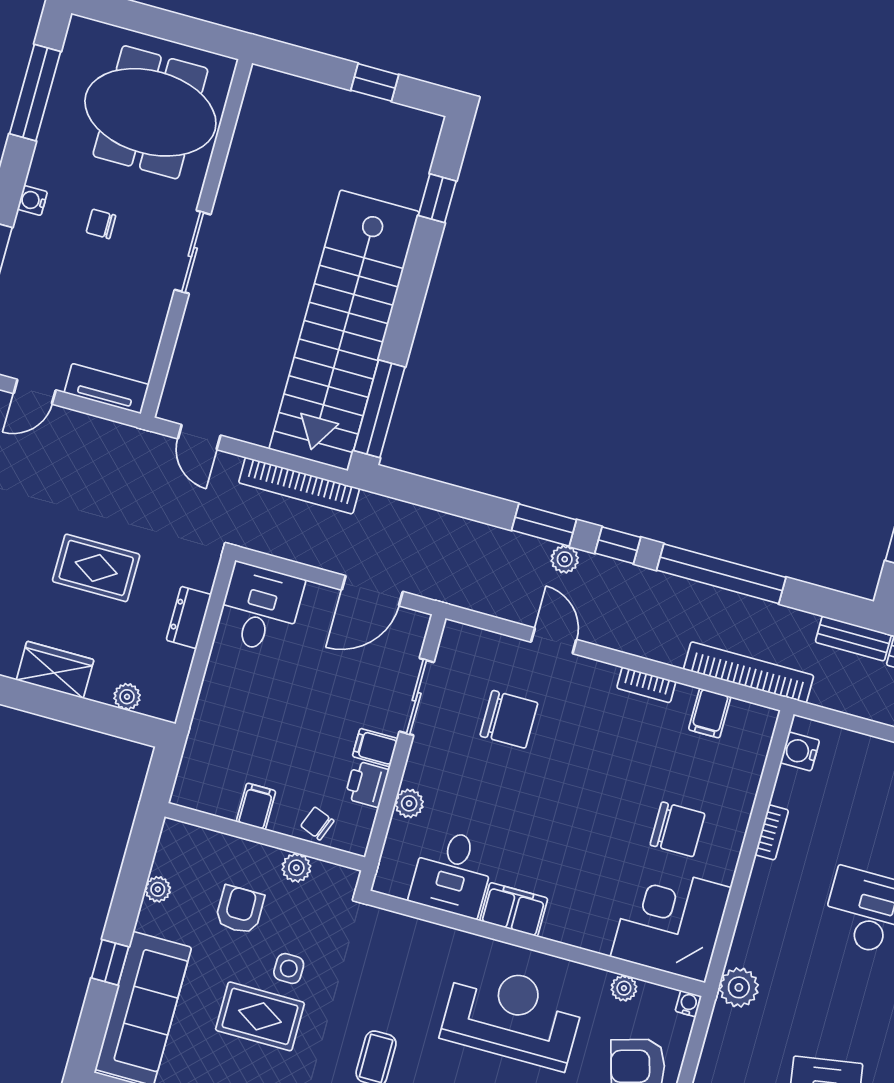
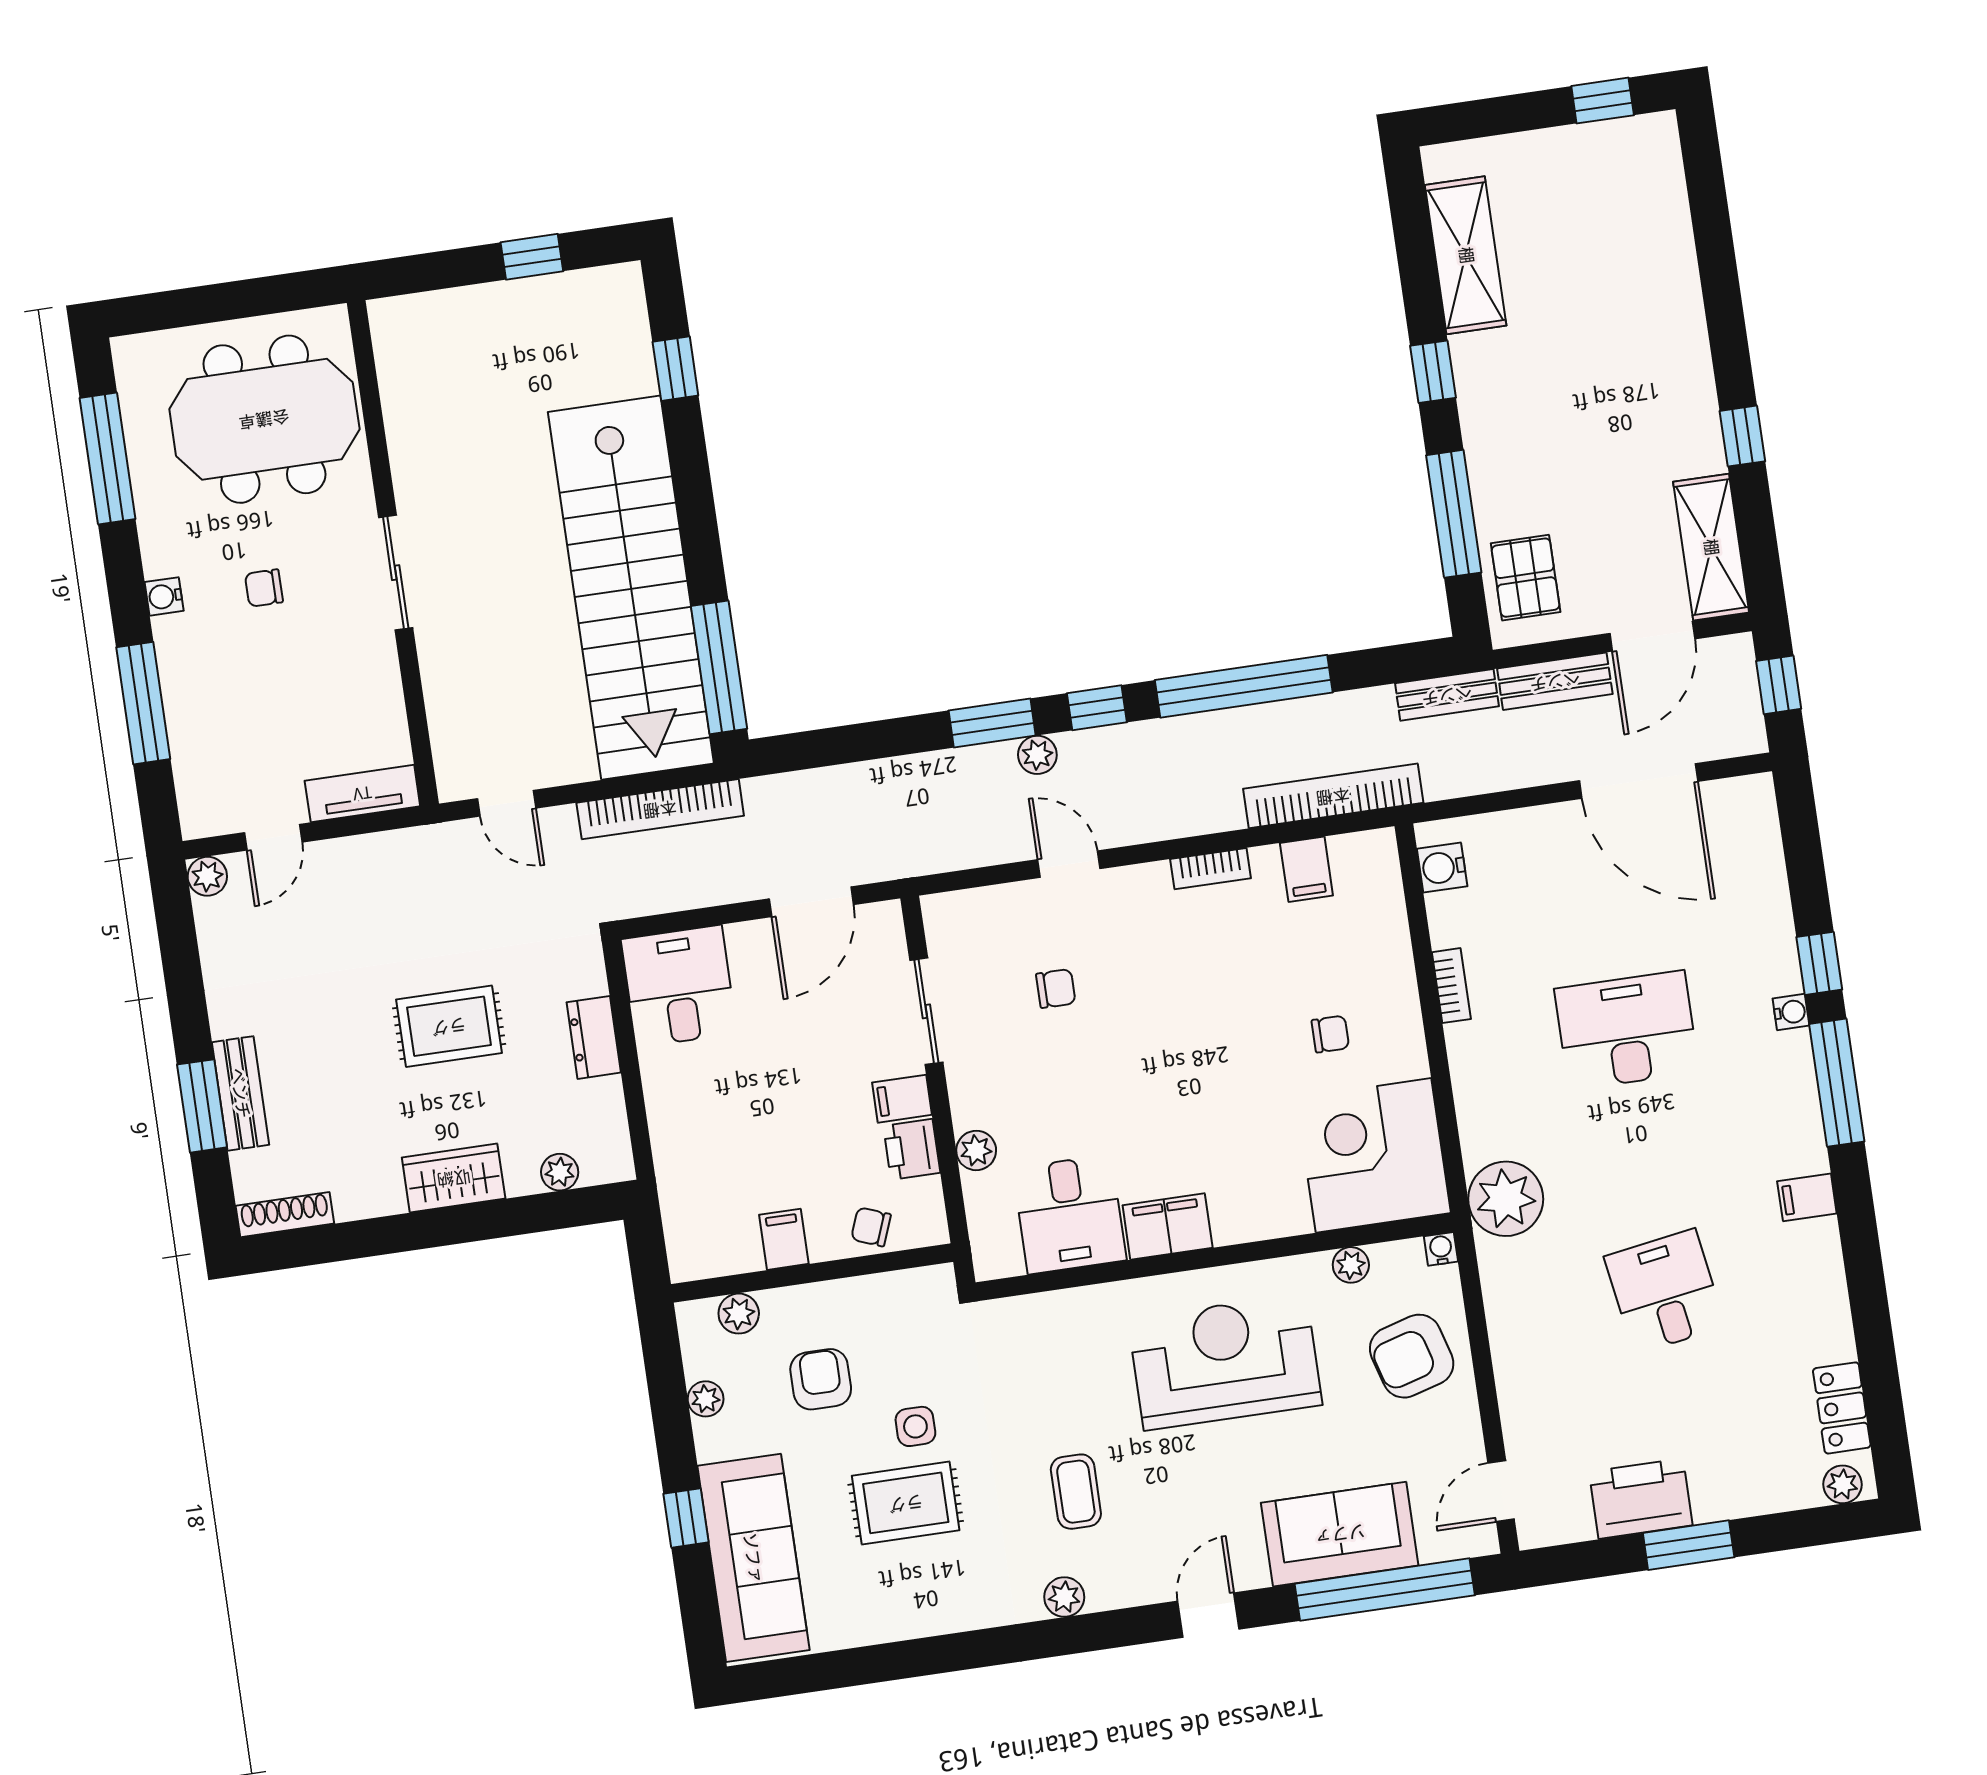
chair: (509, 719) -> (1056, 988), width x0.54, depth x0.54
chair: (677, 829) -> (1330, 1034), width x0.54, depth x0.54
plant: (296, 868) -> (739, 1314), moved
plant: (739, 987) -> (1506, 1199), width x1.36, depth x1.36

